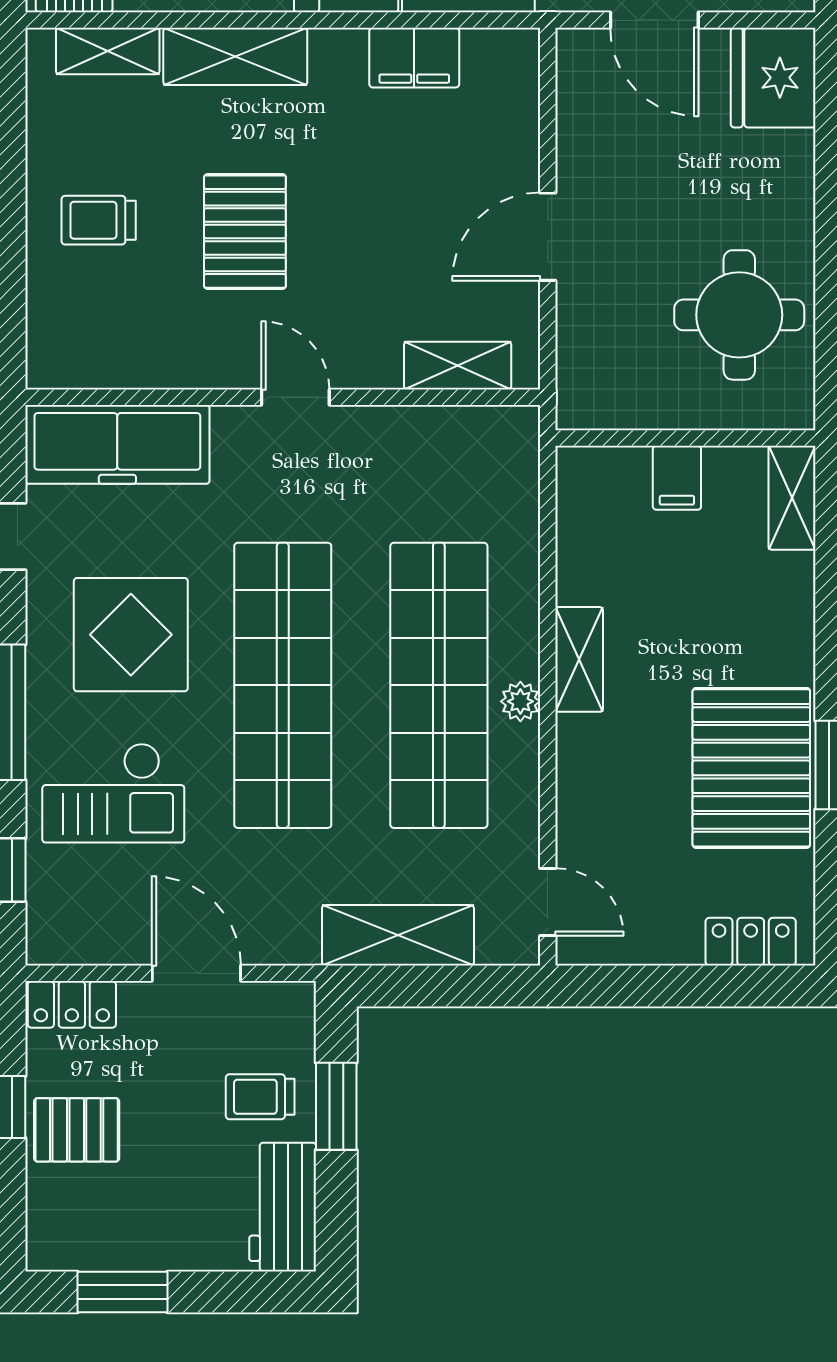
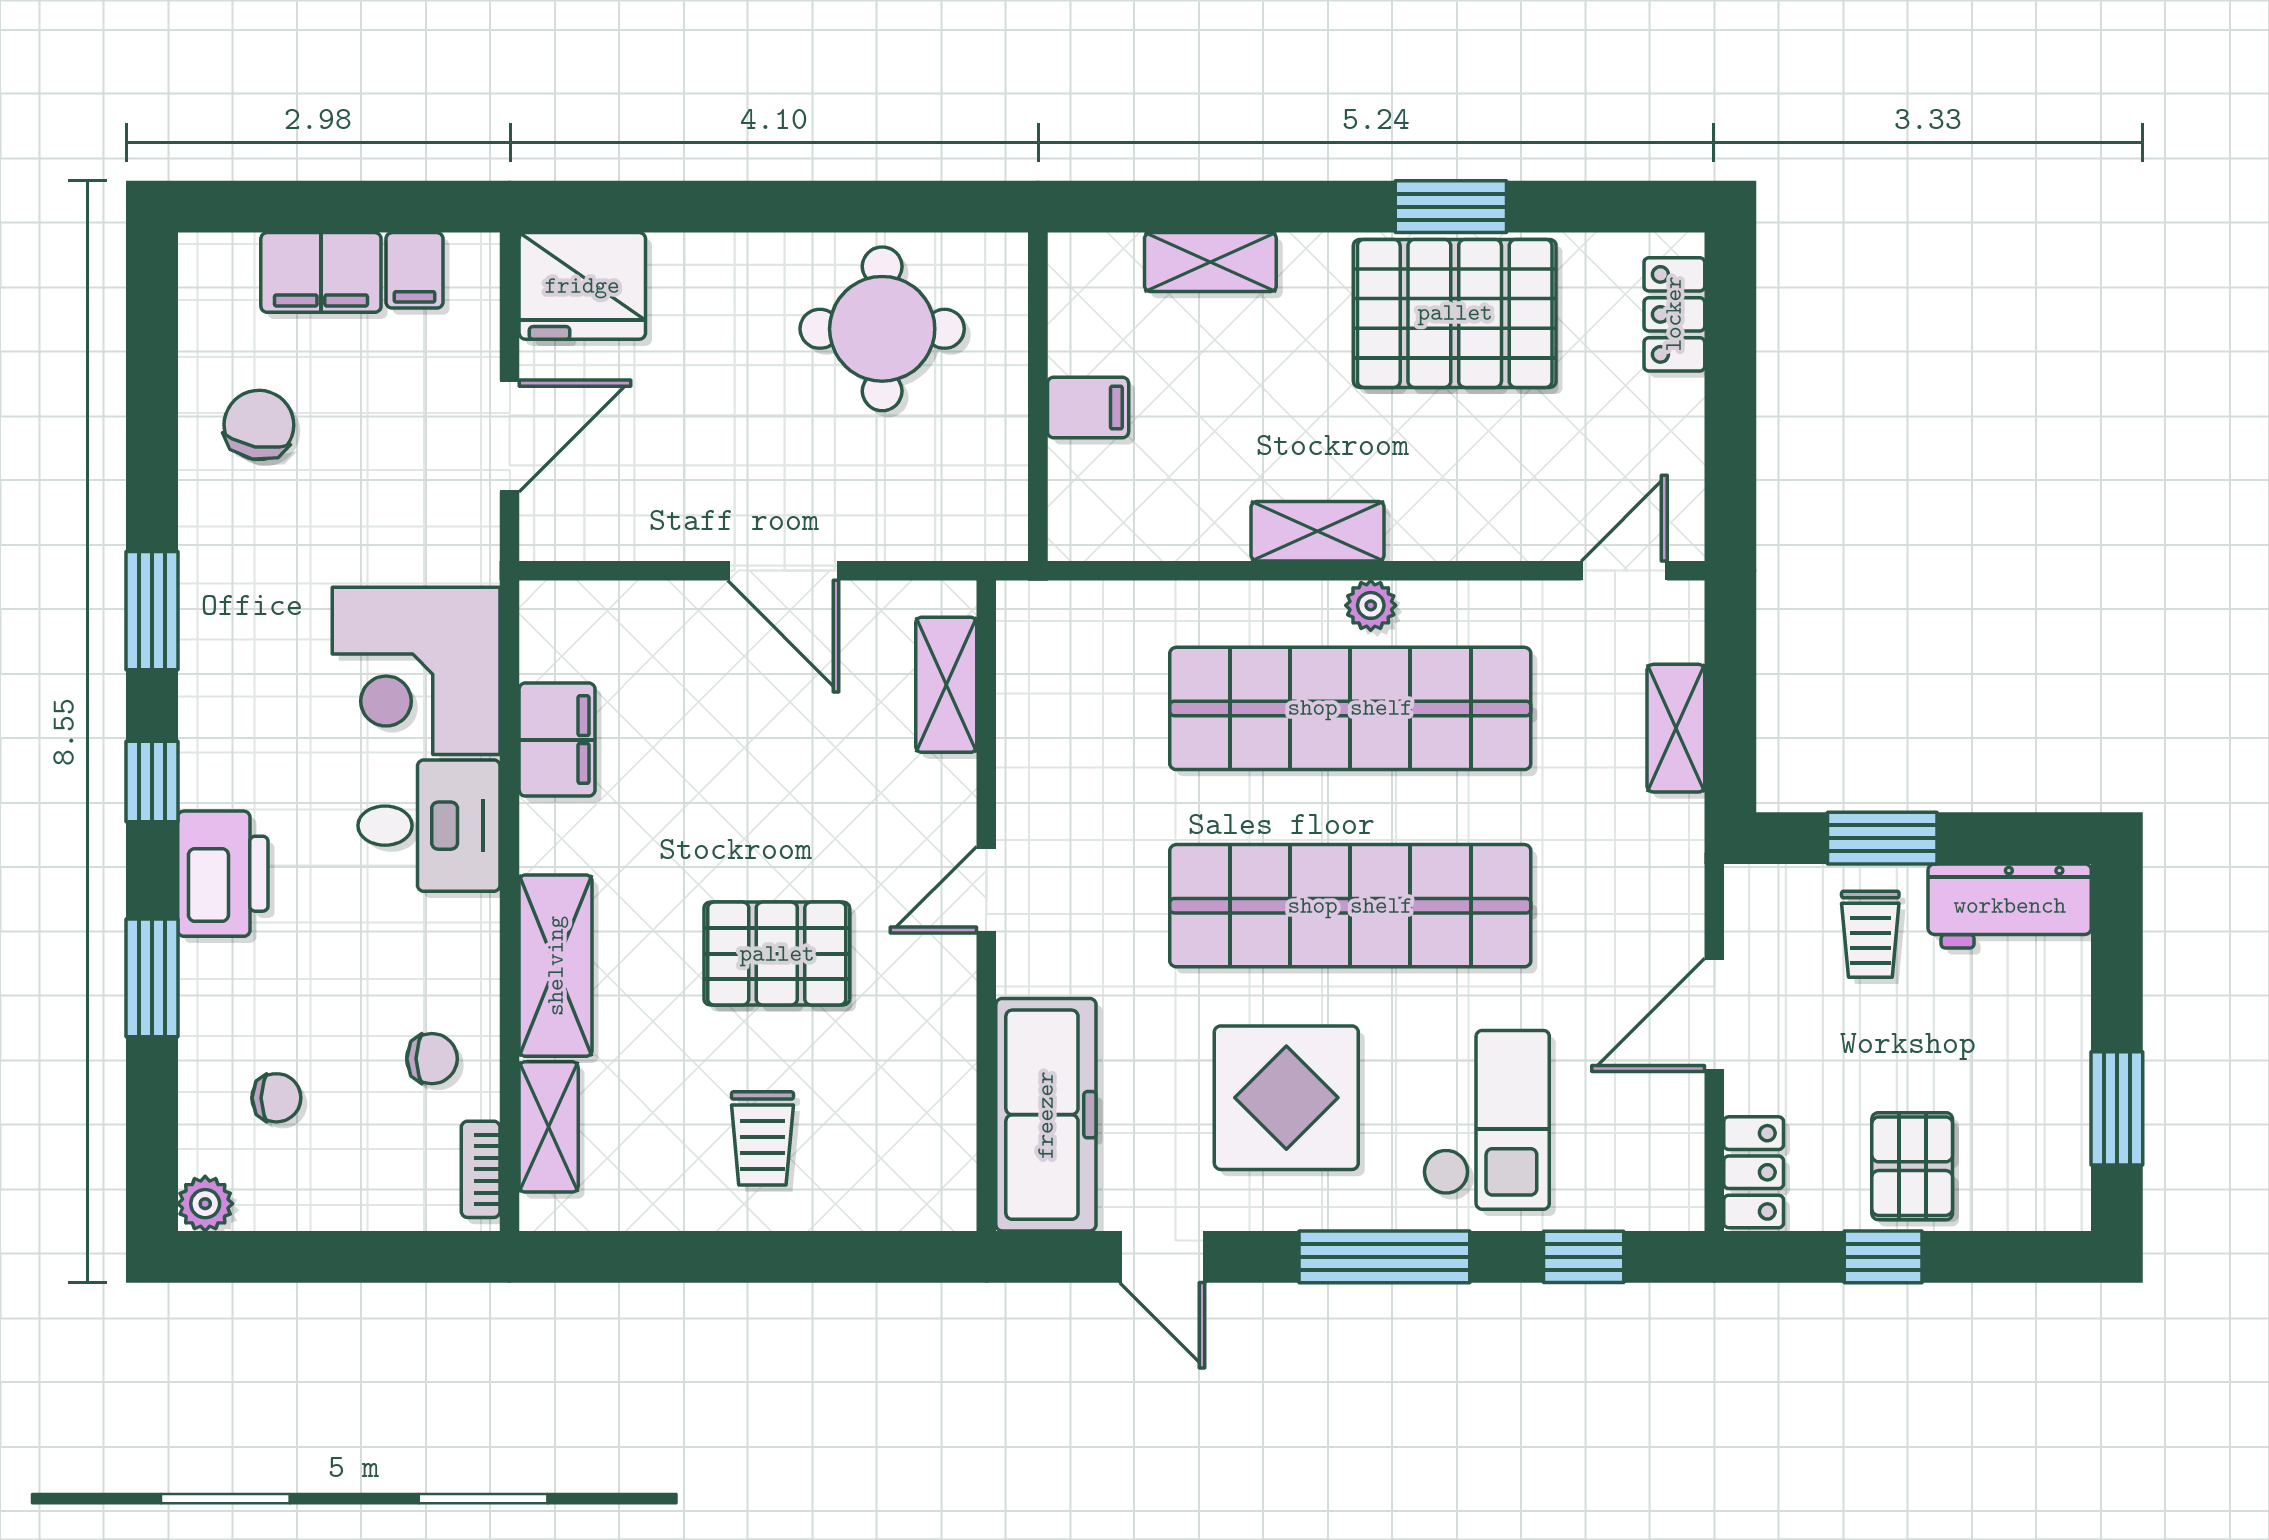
shelving: (792, 498) -> (1210, 262), moved
shelving: (398, 935) -> (1676, 728), width x0.67, depth x0.75

